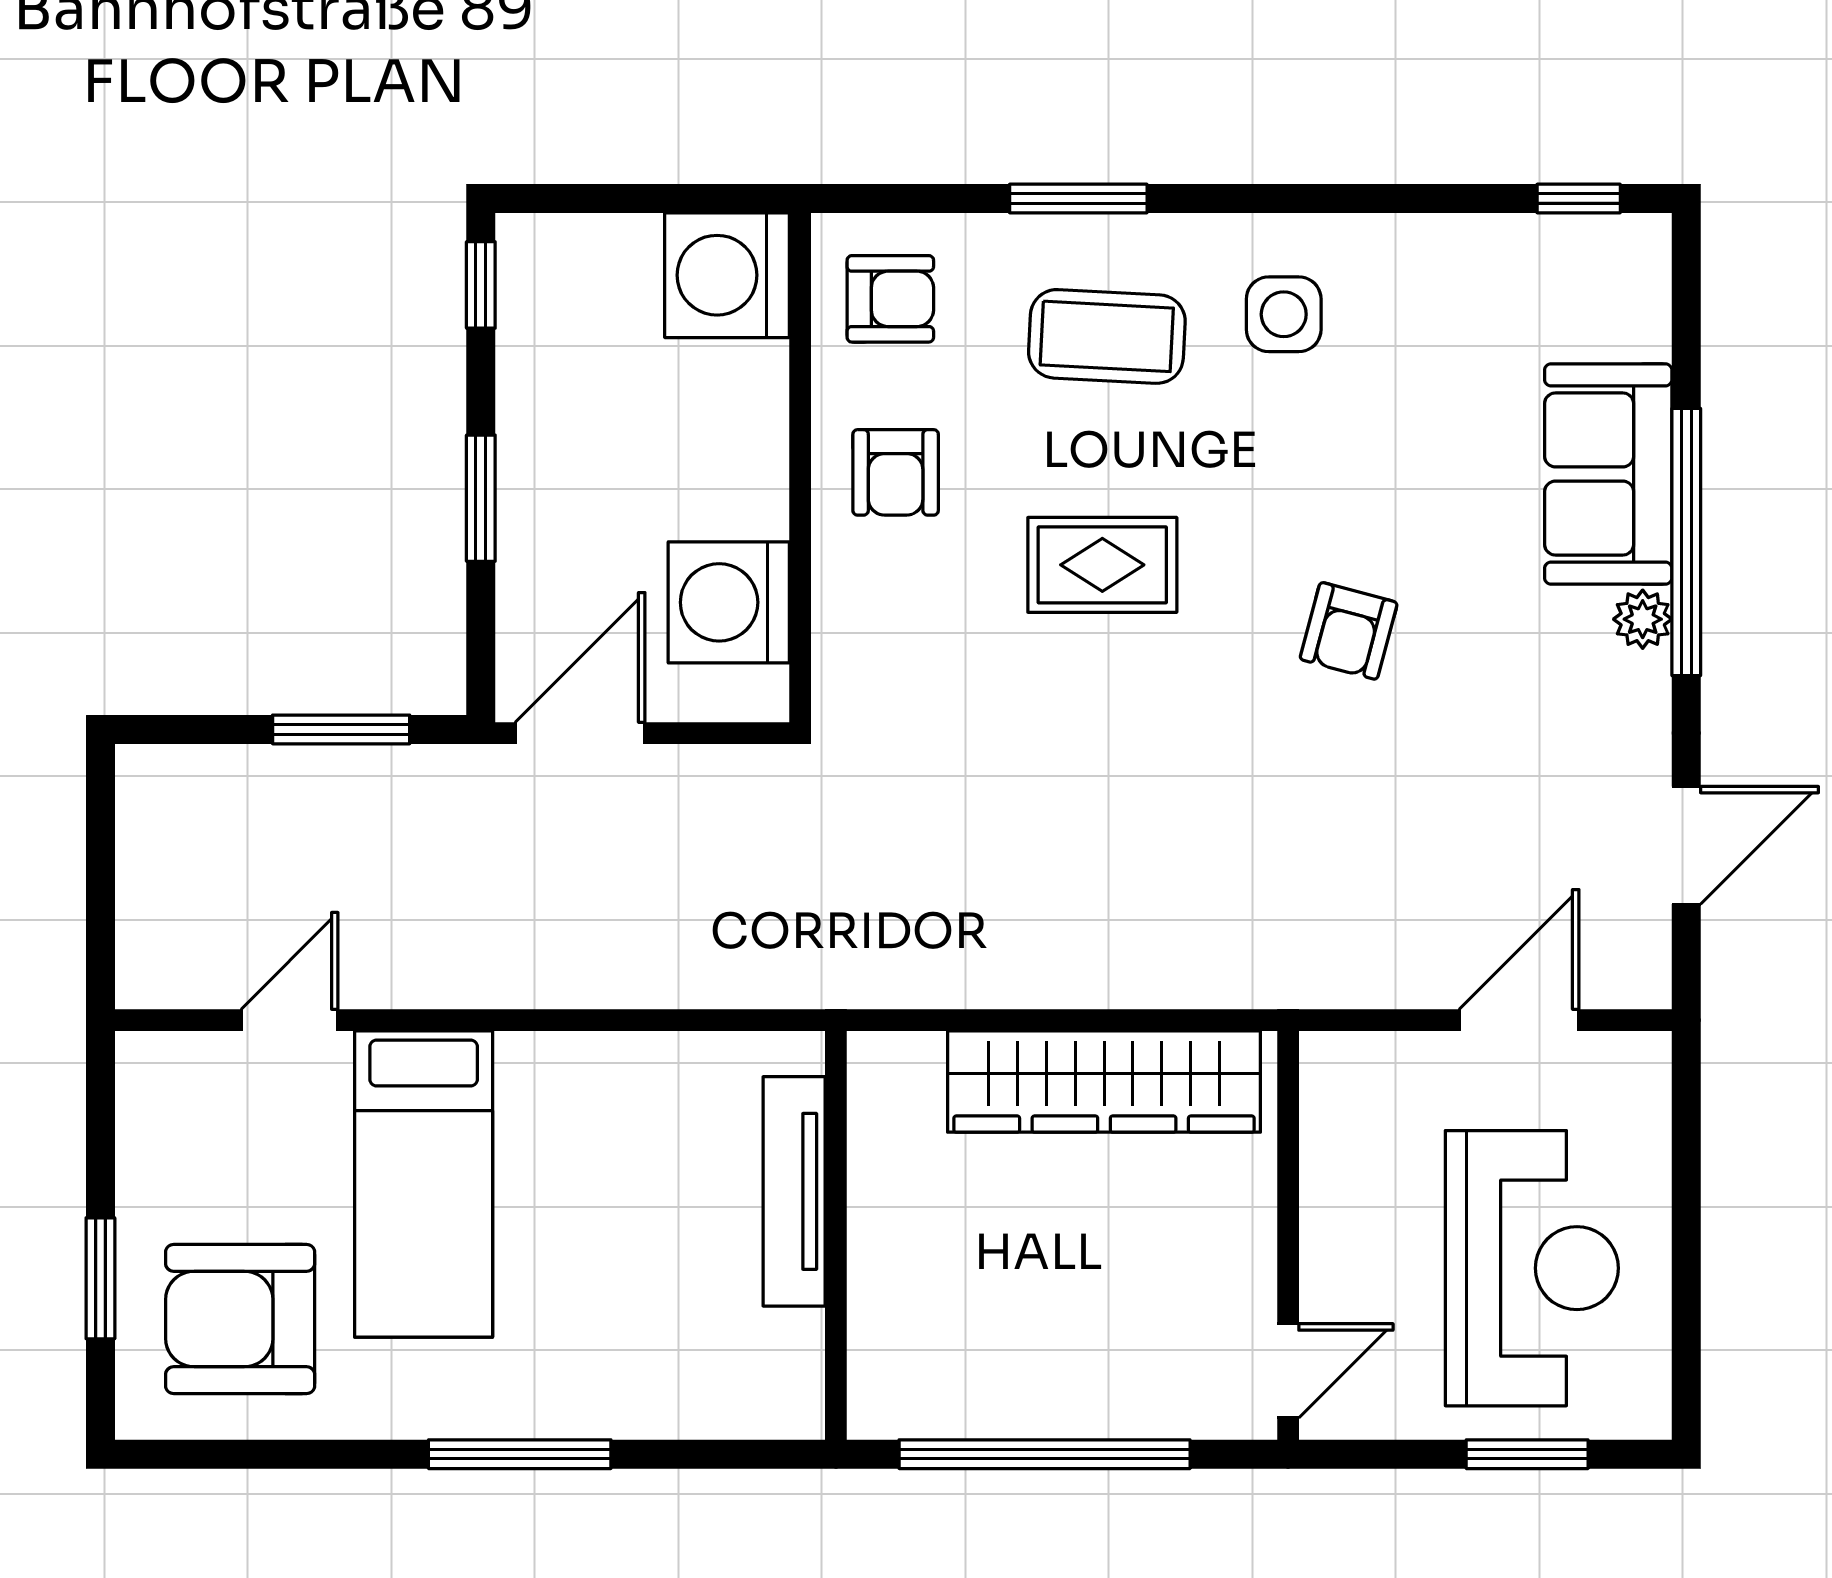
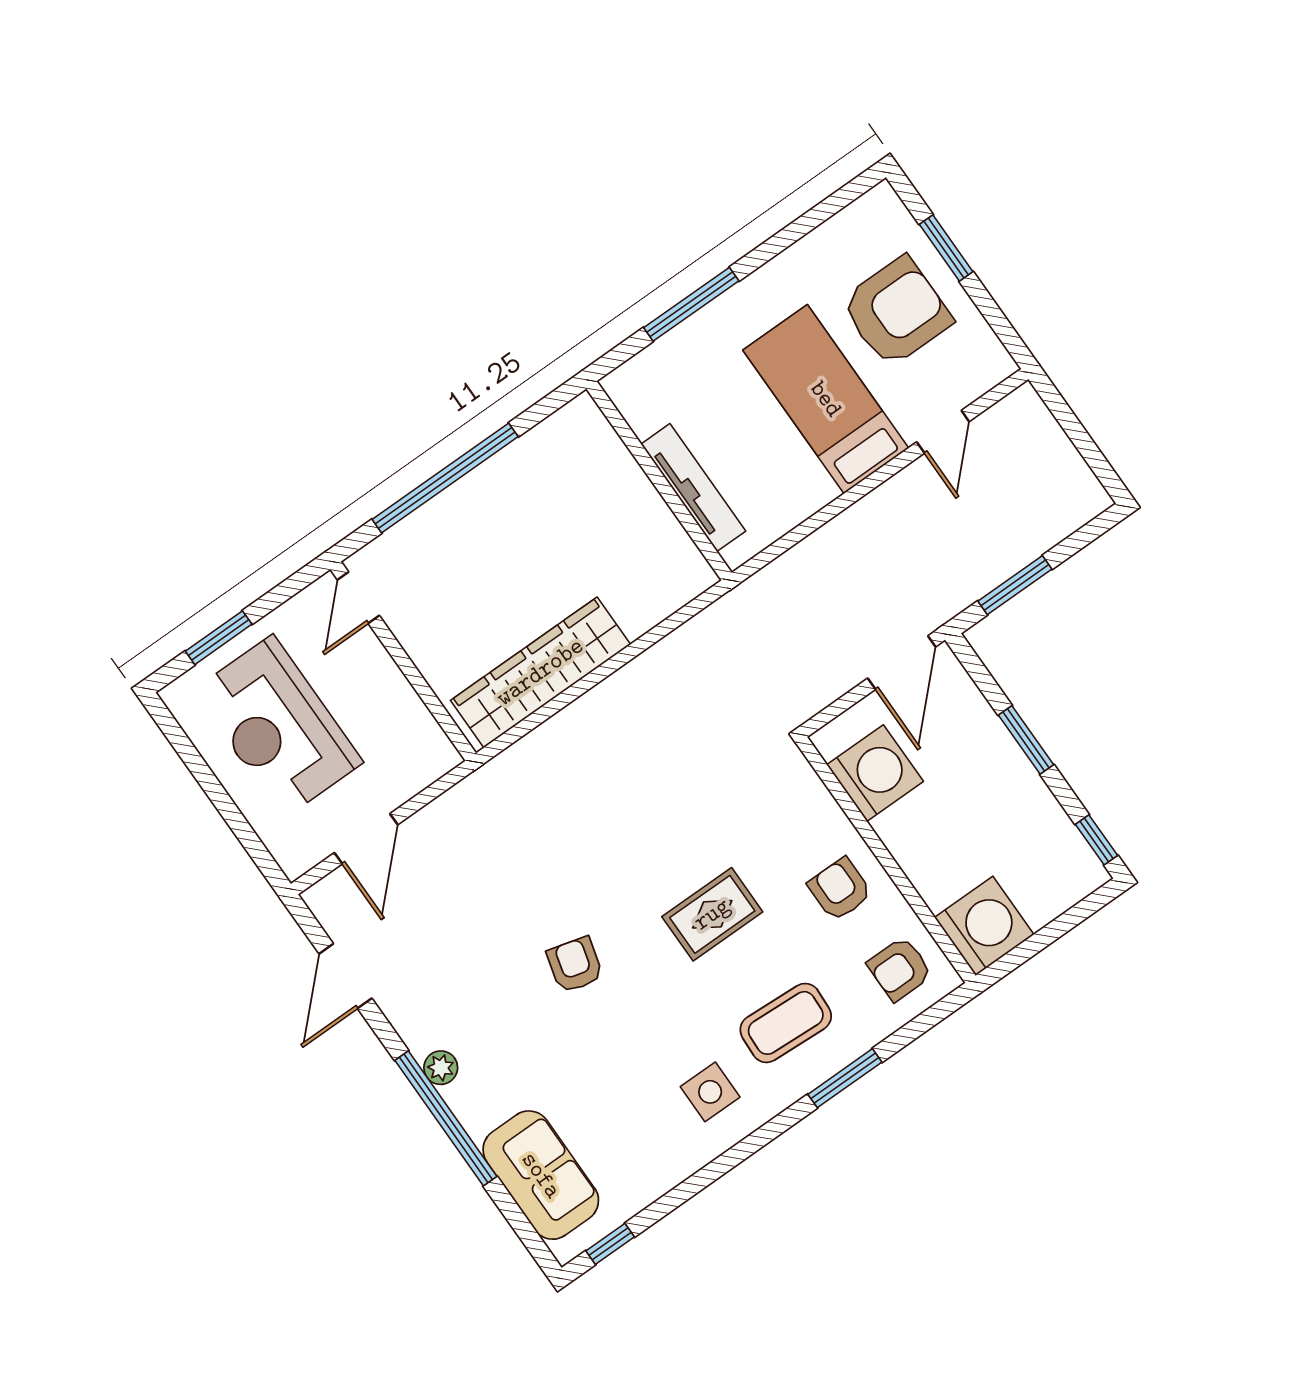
sofa: (1608, 474) -> (541, 1175), moved
tv unit: (794, 1191) -> (693, 488), moved
wall: (836, 1235) -> (659, 481), moved
armchair: (240, 1319) -> (896, 312), moved

